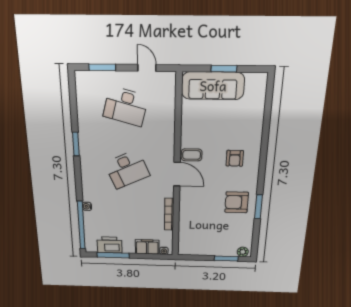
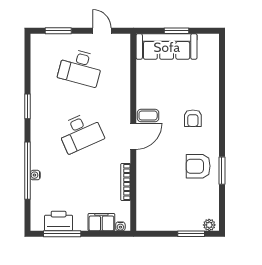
door: (177, 174) -> (133, 136), hinge flipped
window: (81, 225) -> (27, 171), moved

